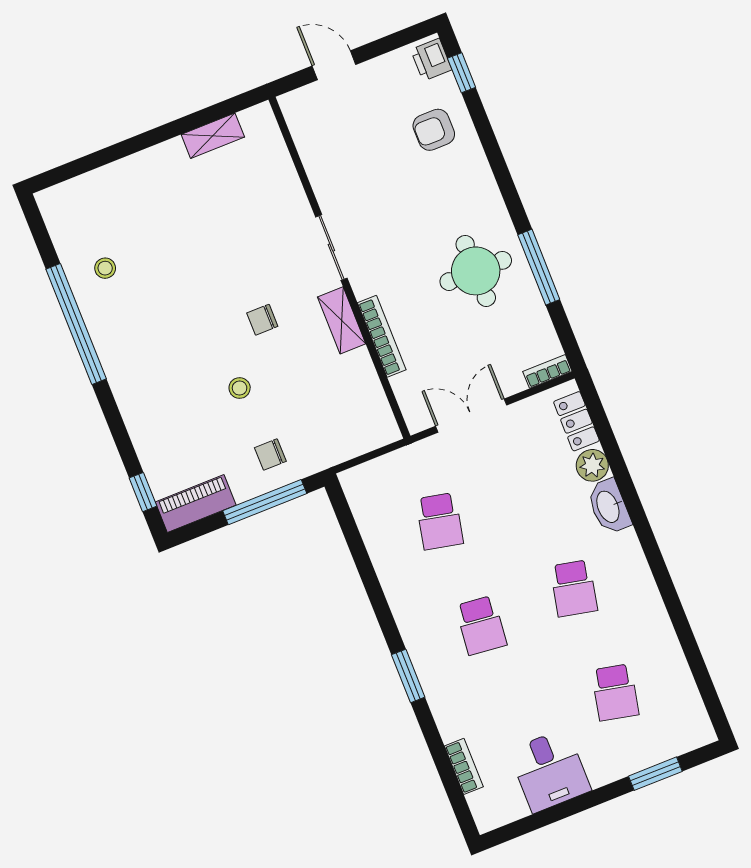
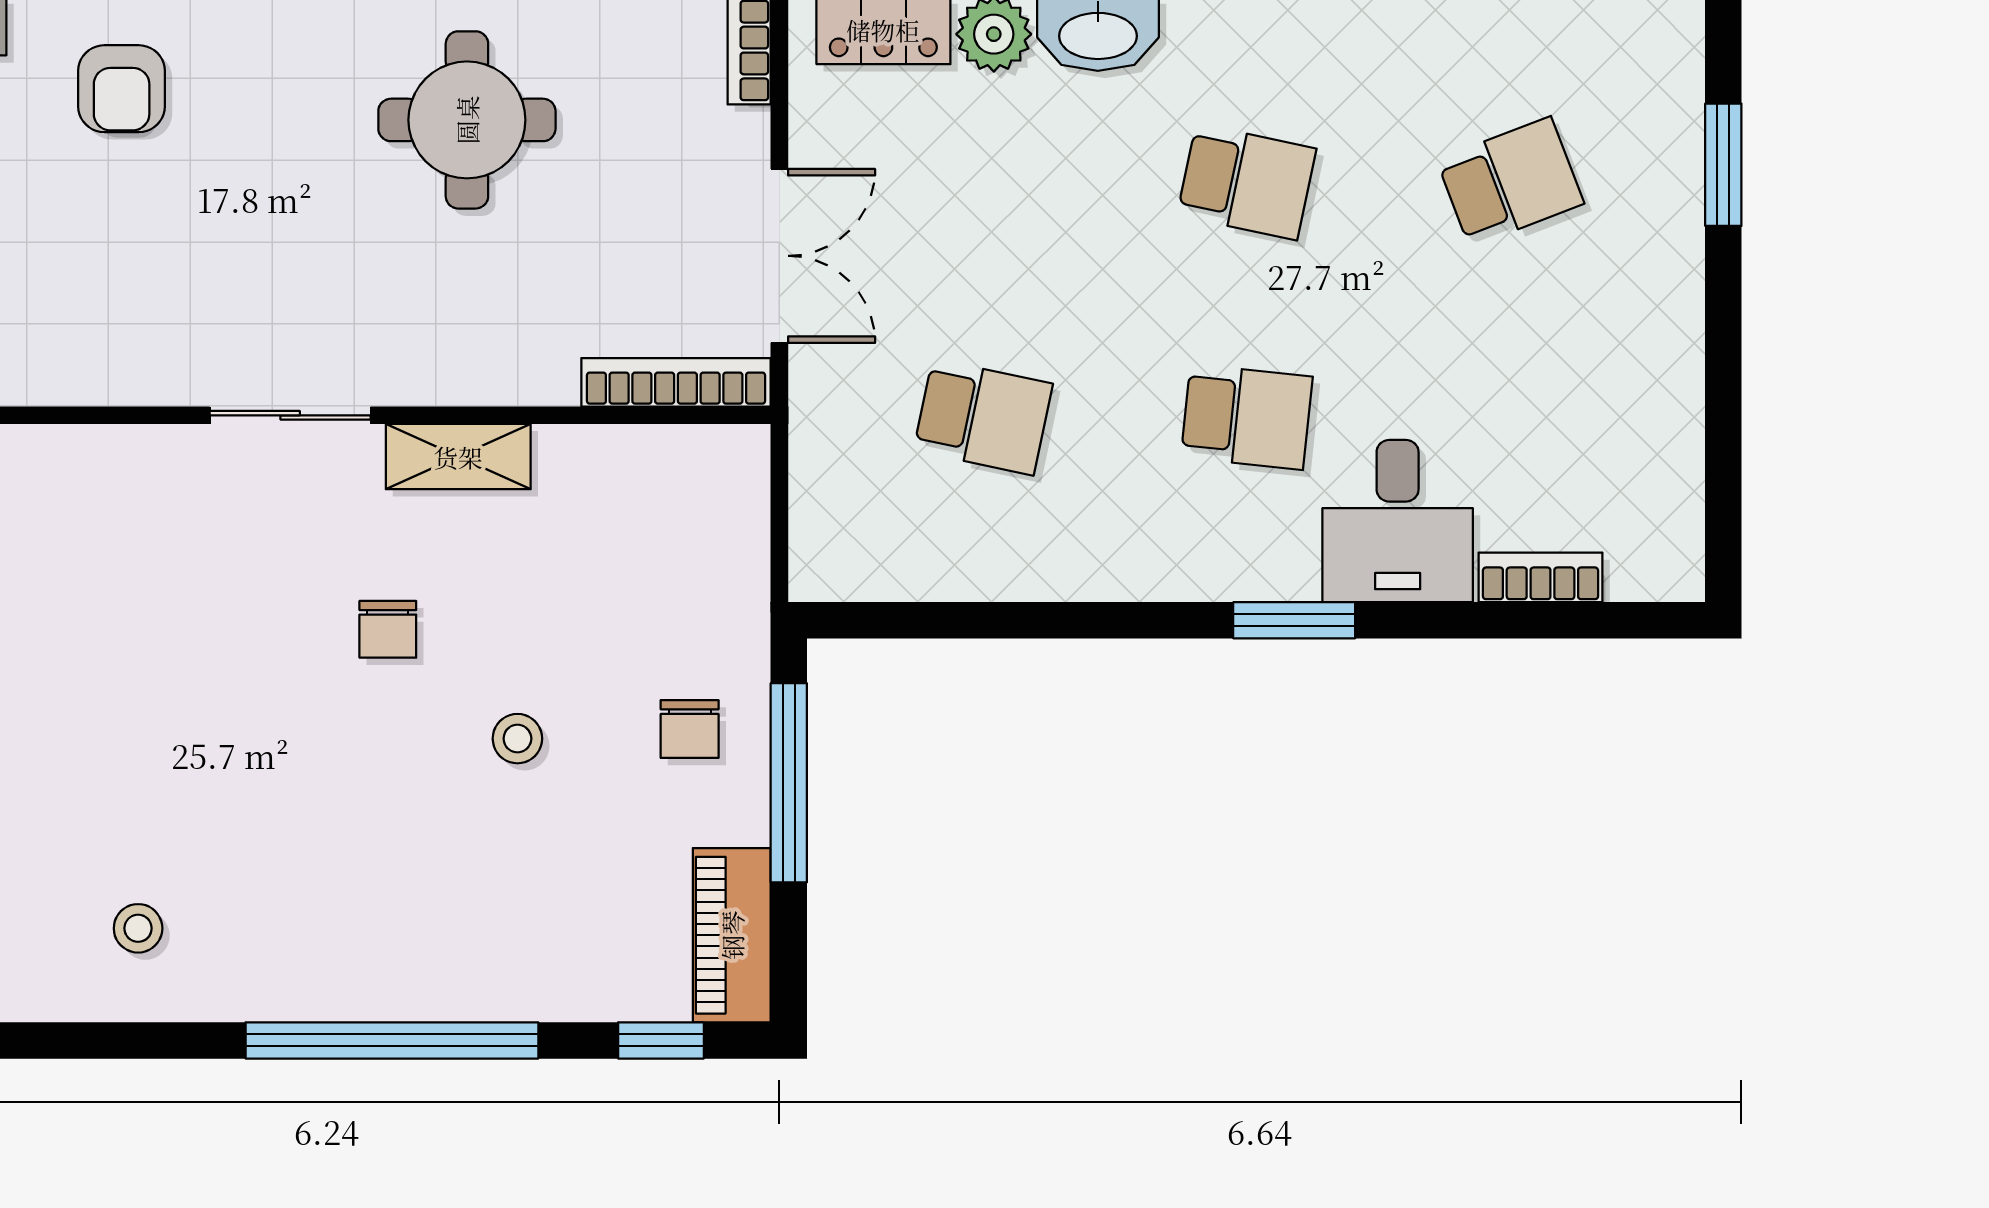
window: (76, 324) -> (392, 1040), moved
bookcase: (382, 336) -> (676, 382), moved
double door: (471, 416) -> (779, 256), swing flipped
school desk: (615, 692) -> (1510, 182), turned -33
desk: (550, 770) -> (1398, 521), moved, turned 90

